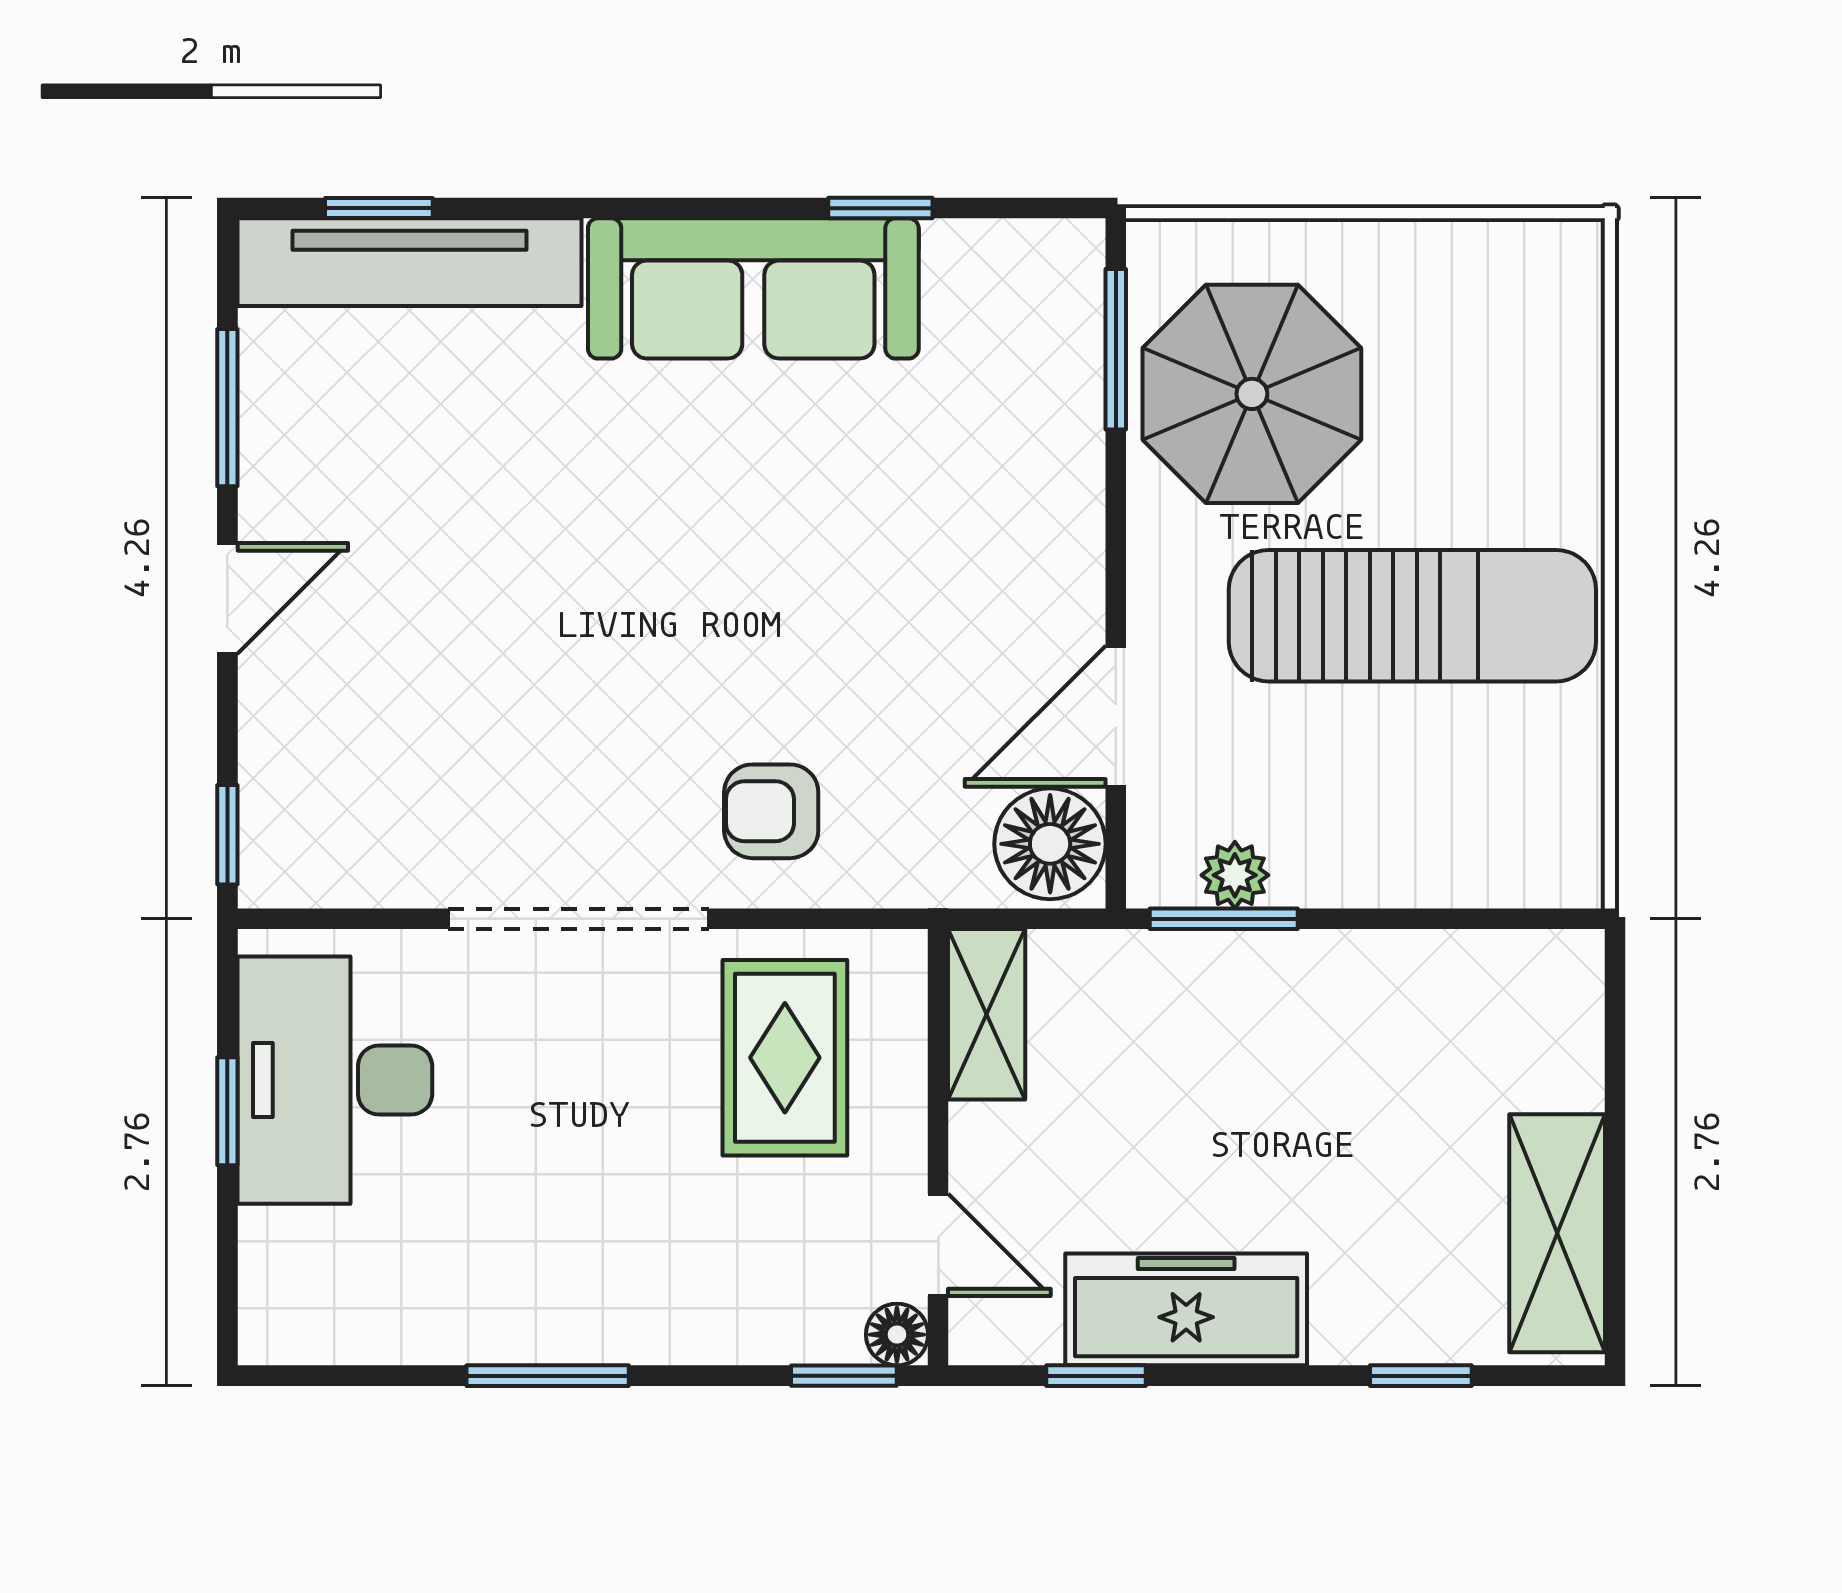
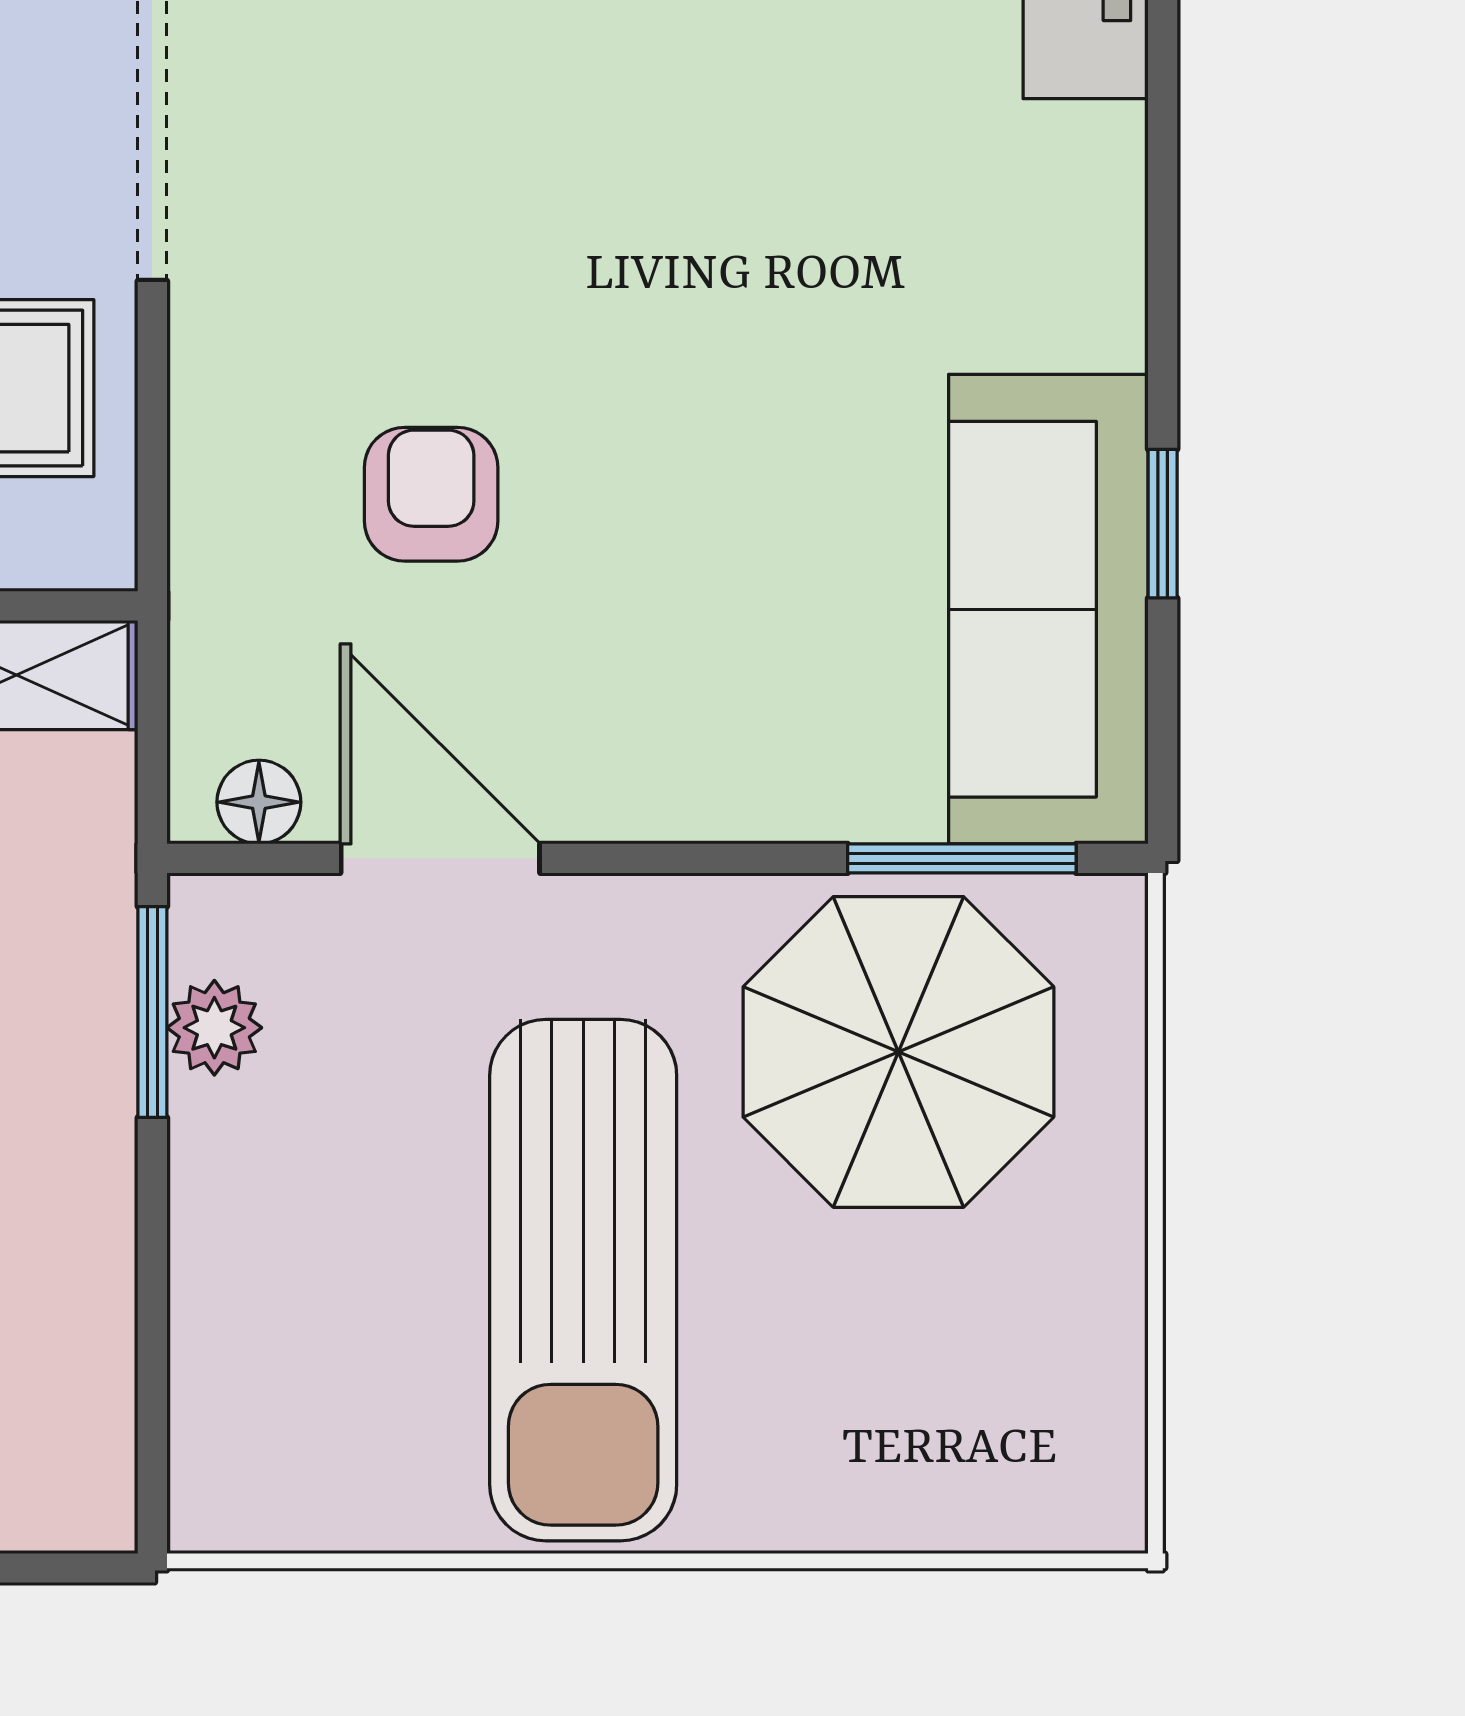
sofa: (753, 288) -> (1048, 609), moved
armchair: (771, 811) -> (431, 494), moved
floor lamp: (1050, 844) -> (259, 802), width x0.53, depth x0.53

